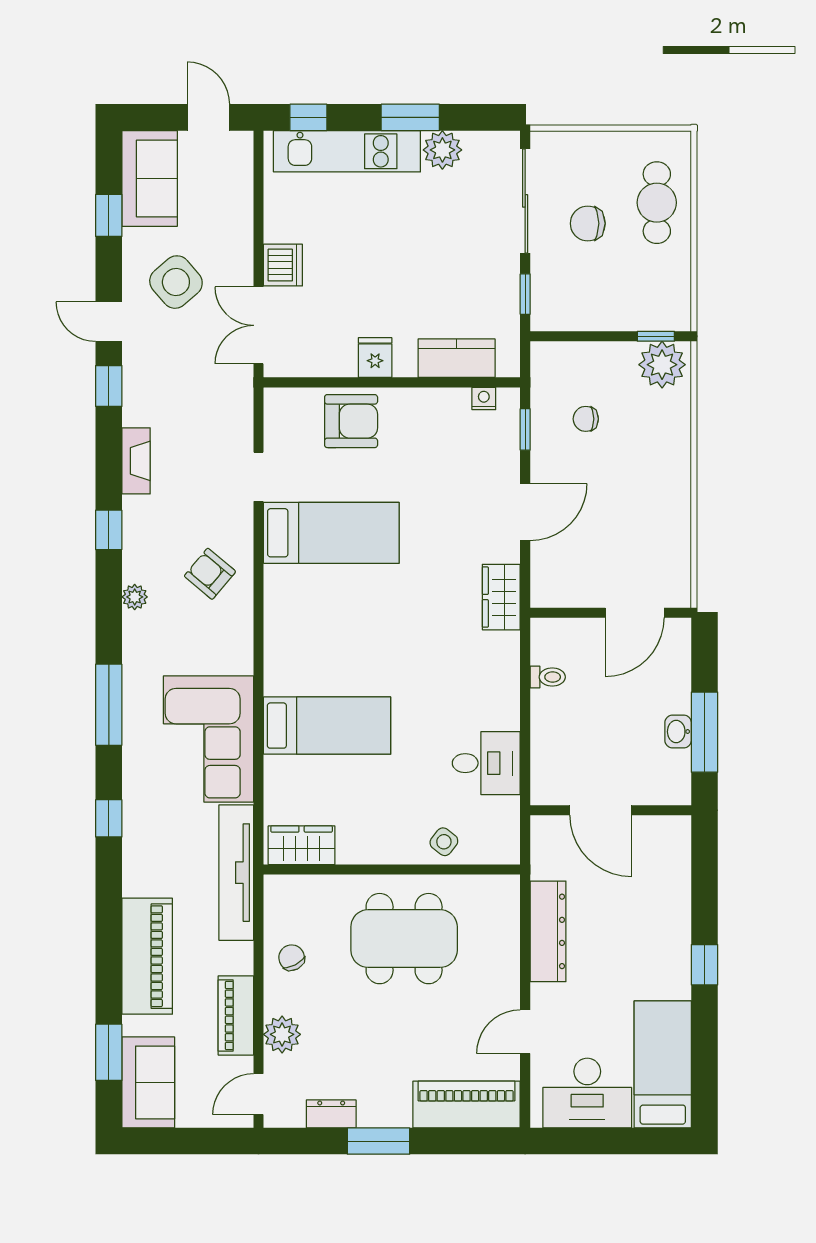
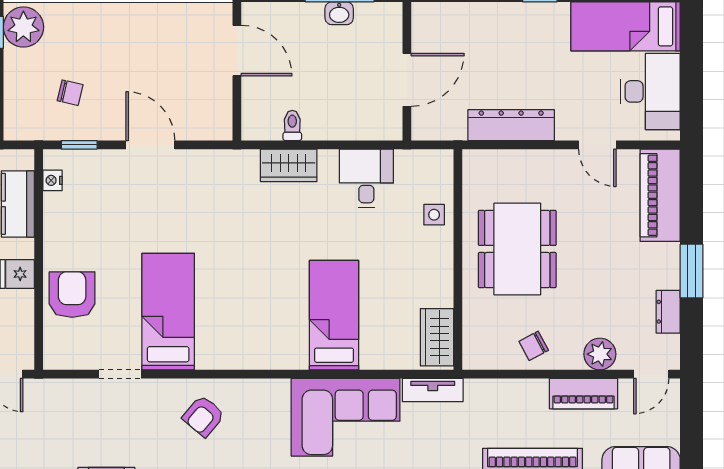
chair: (586, 419) -> (70, 93), turned -77
wardrobe: (501, 597) -> (289, 165), moved
side table: (444, 842) -> (434, 215), turned -38
tv unit: (236, 873) -> (433, 390), width x0.52, depth x0.78
door: (259, 1094) -> (651, 374), hinge flipped

